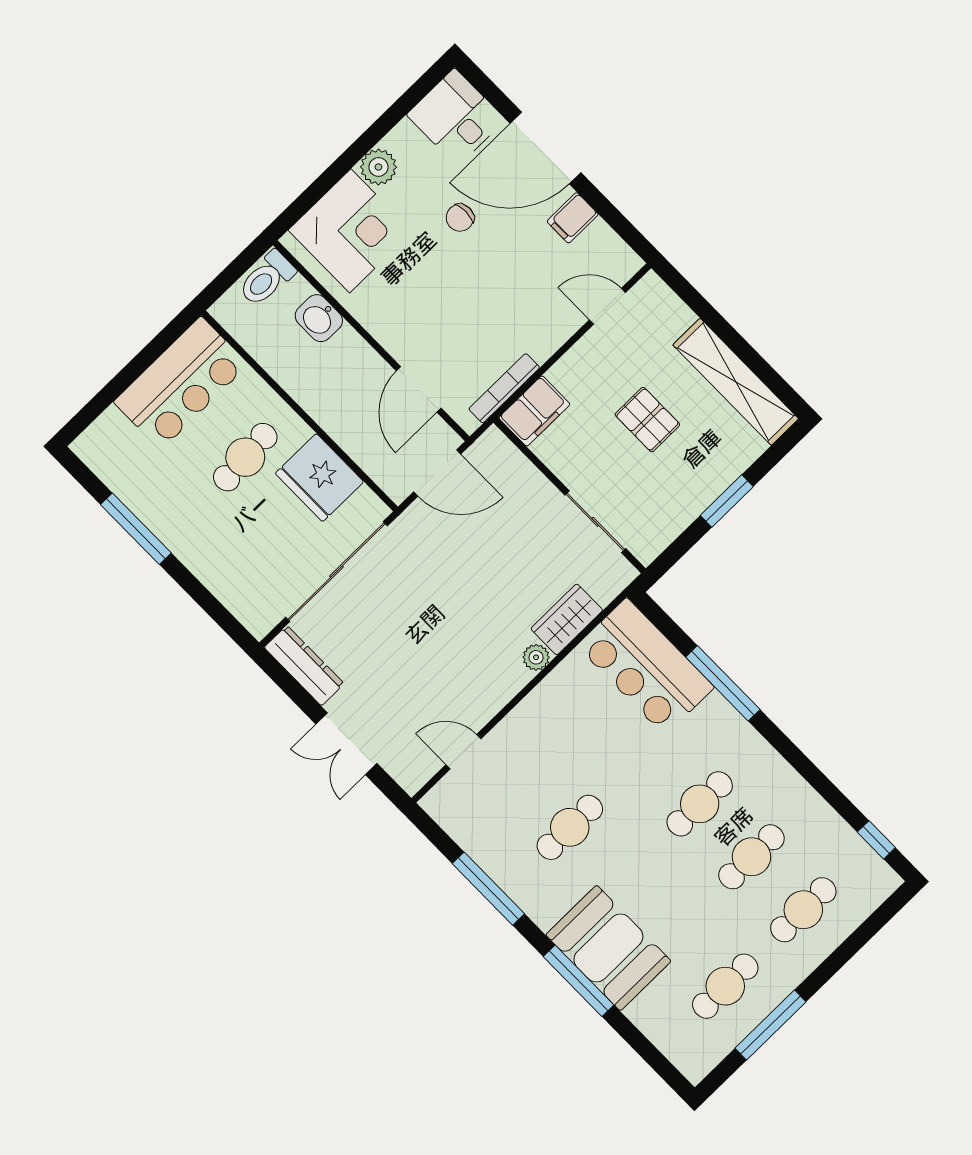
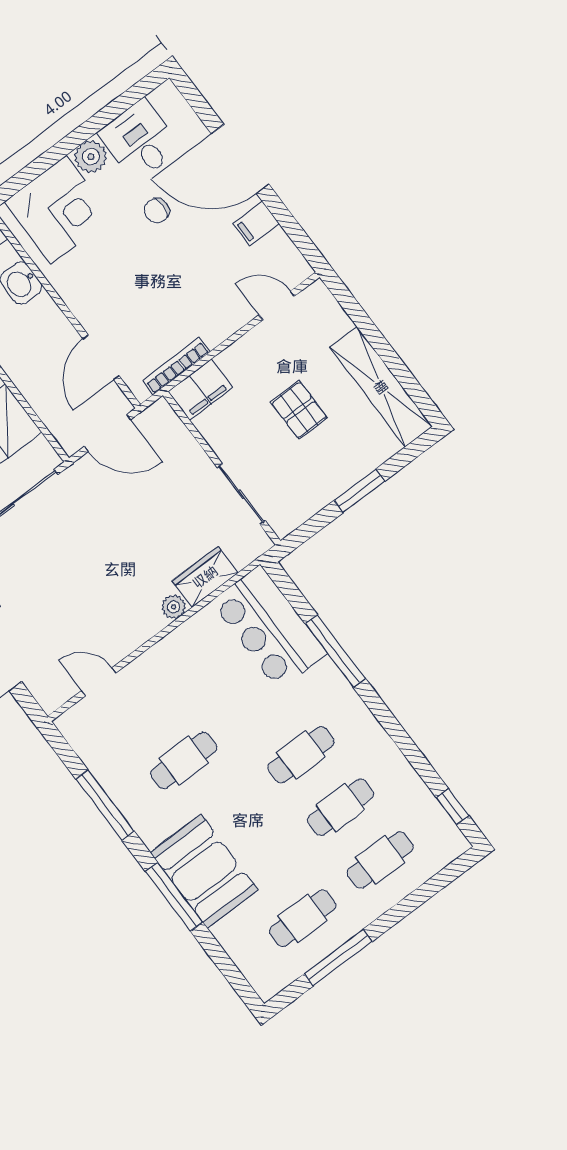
desk: (456, 117) -> (140, 140), moved

